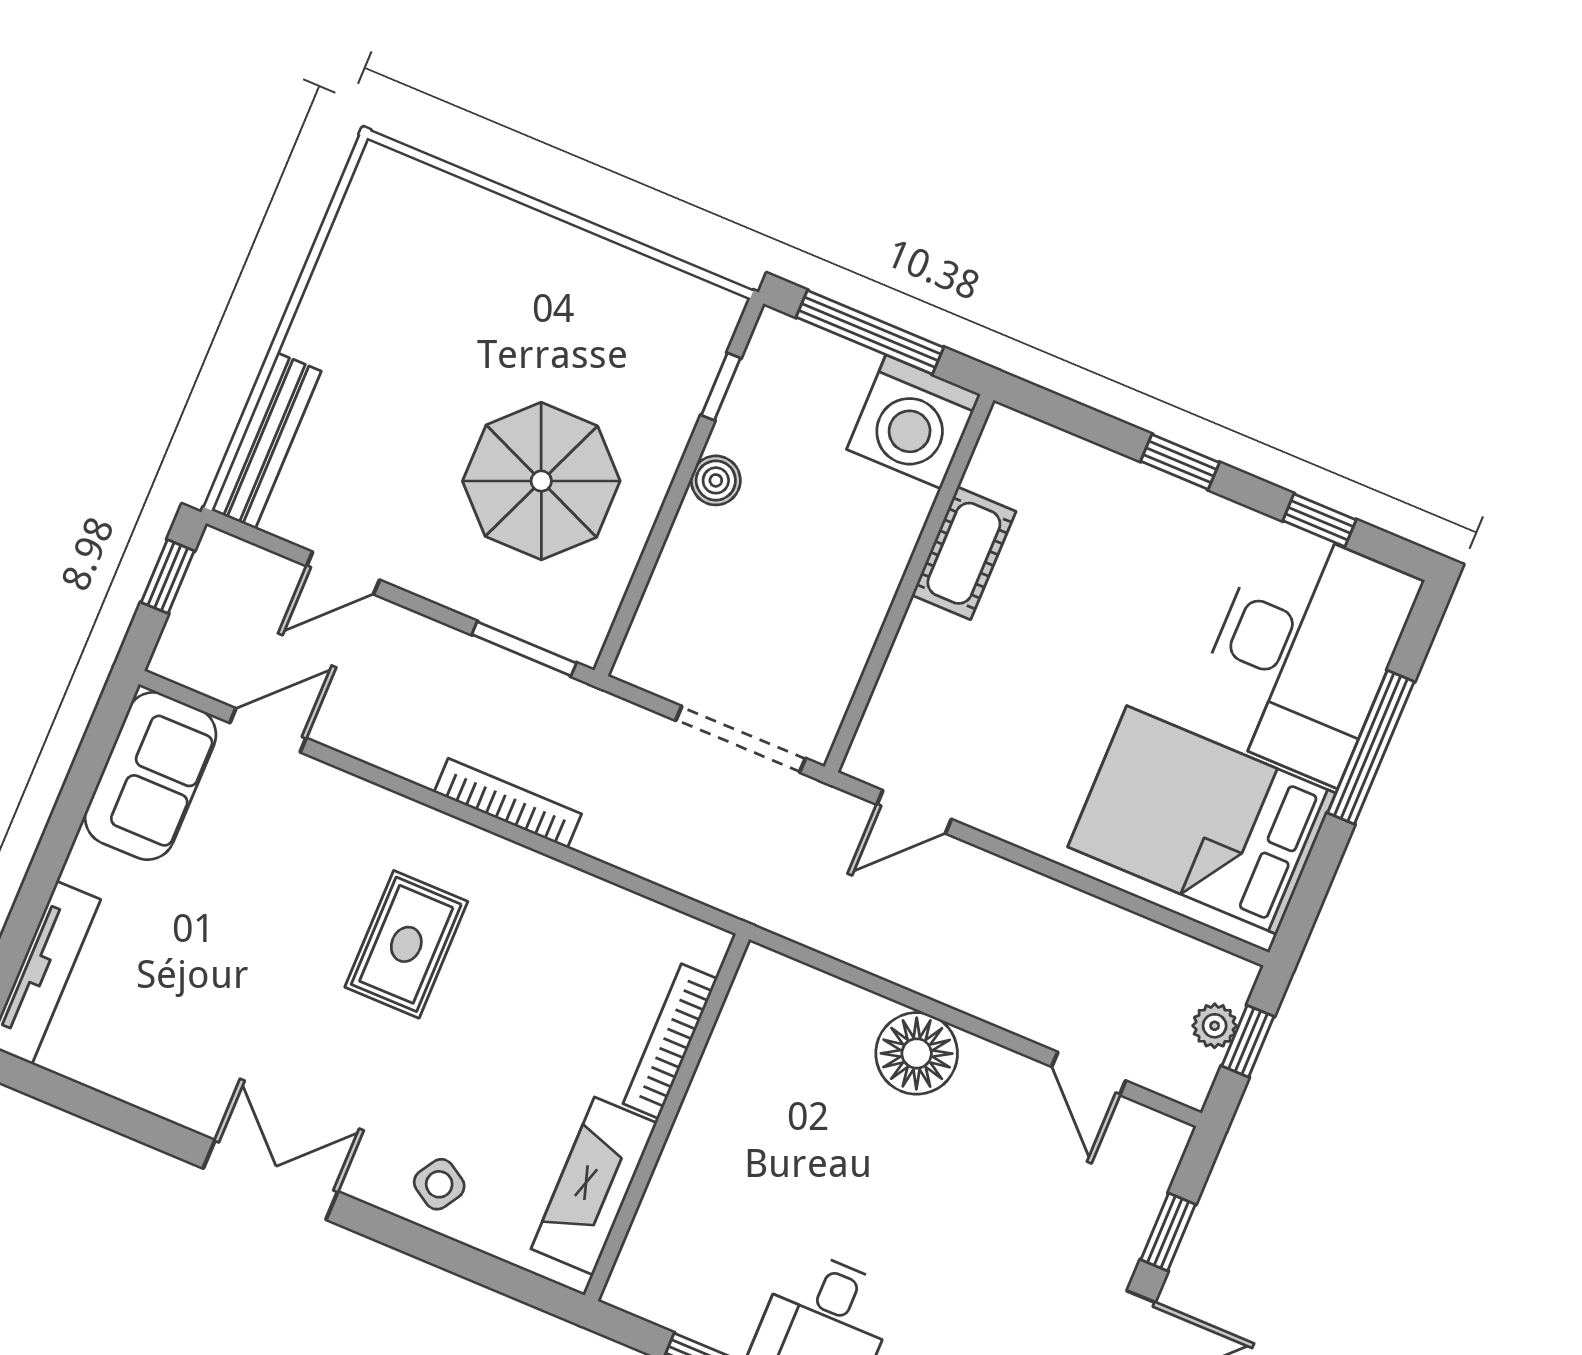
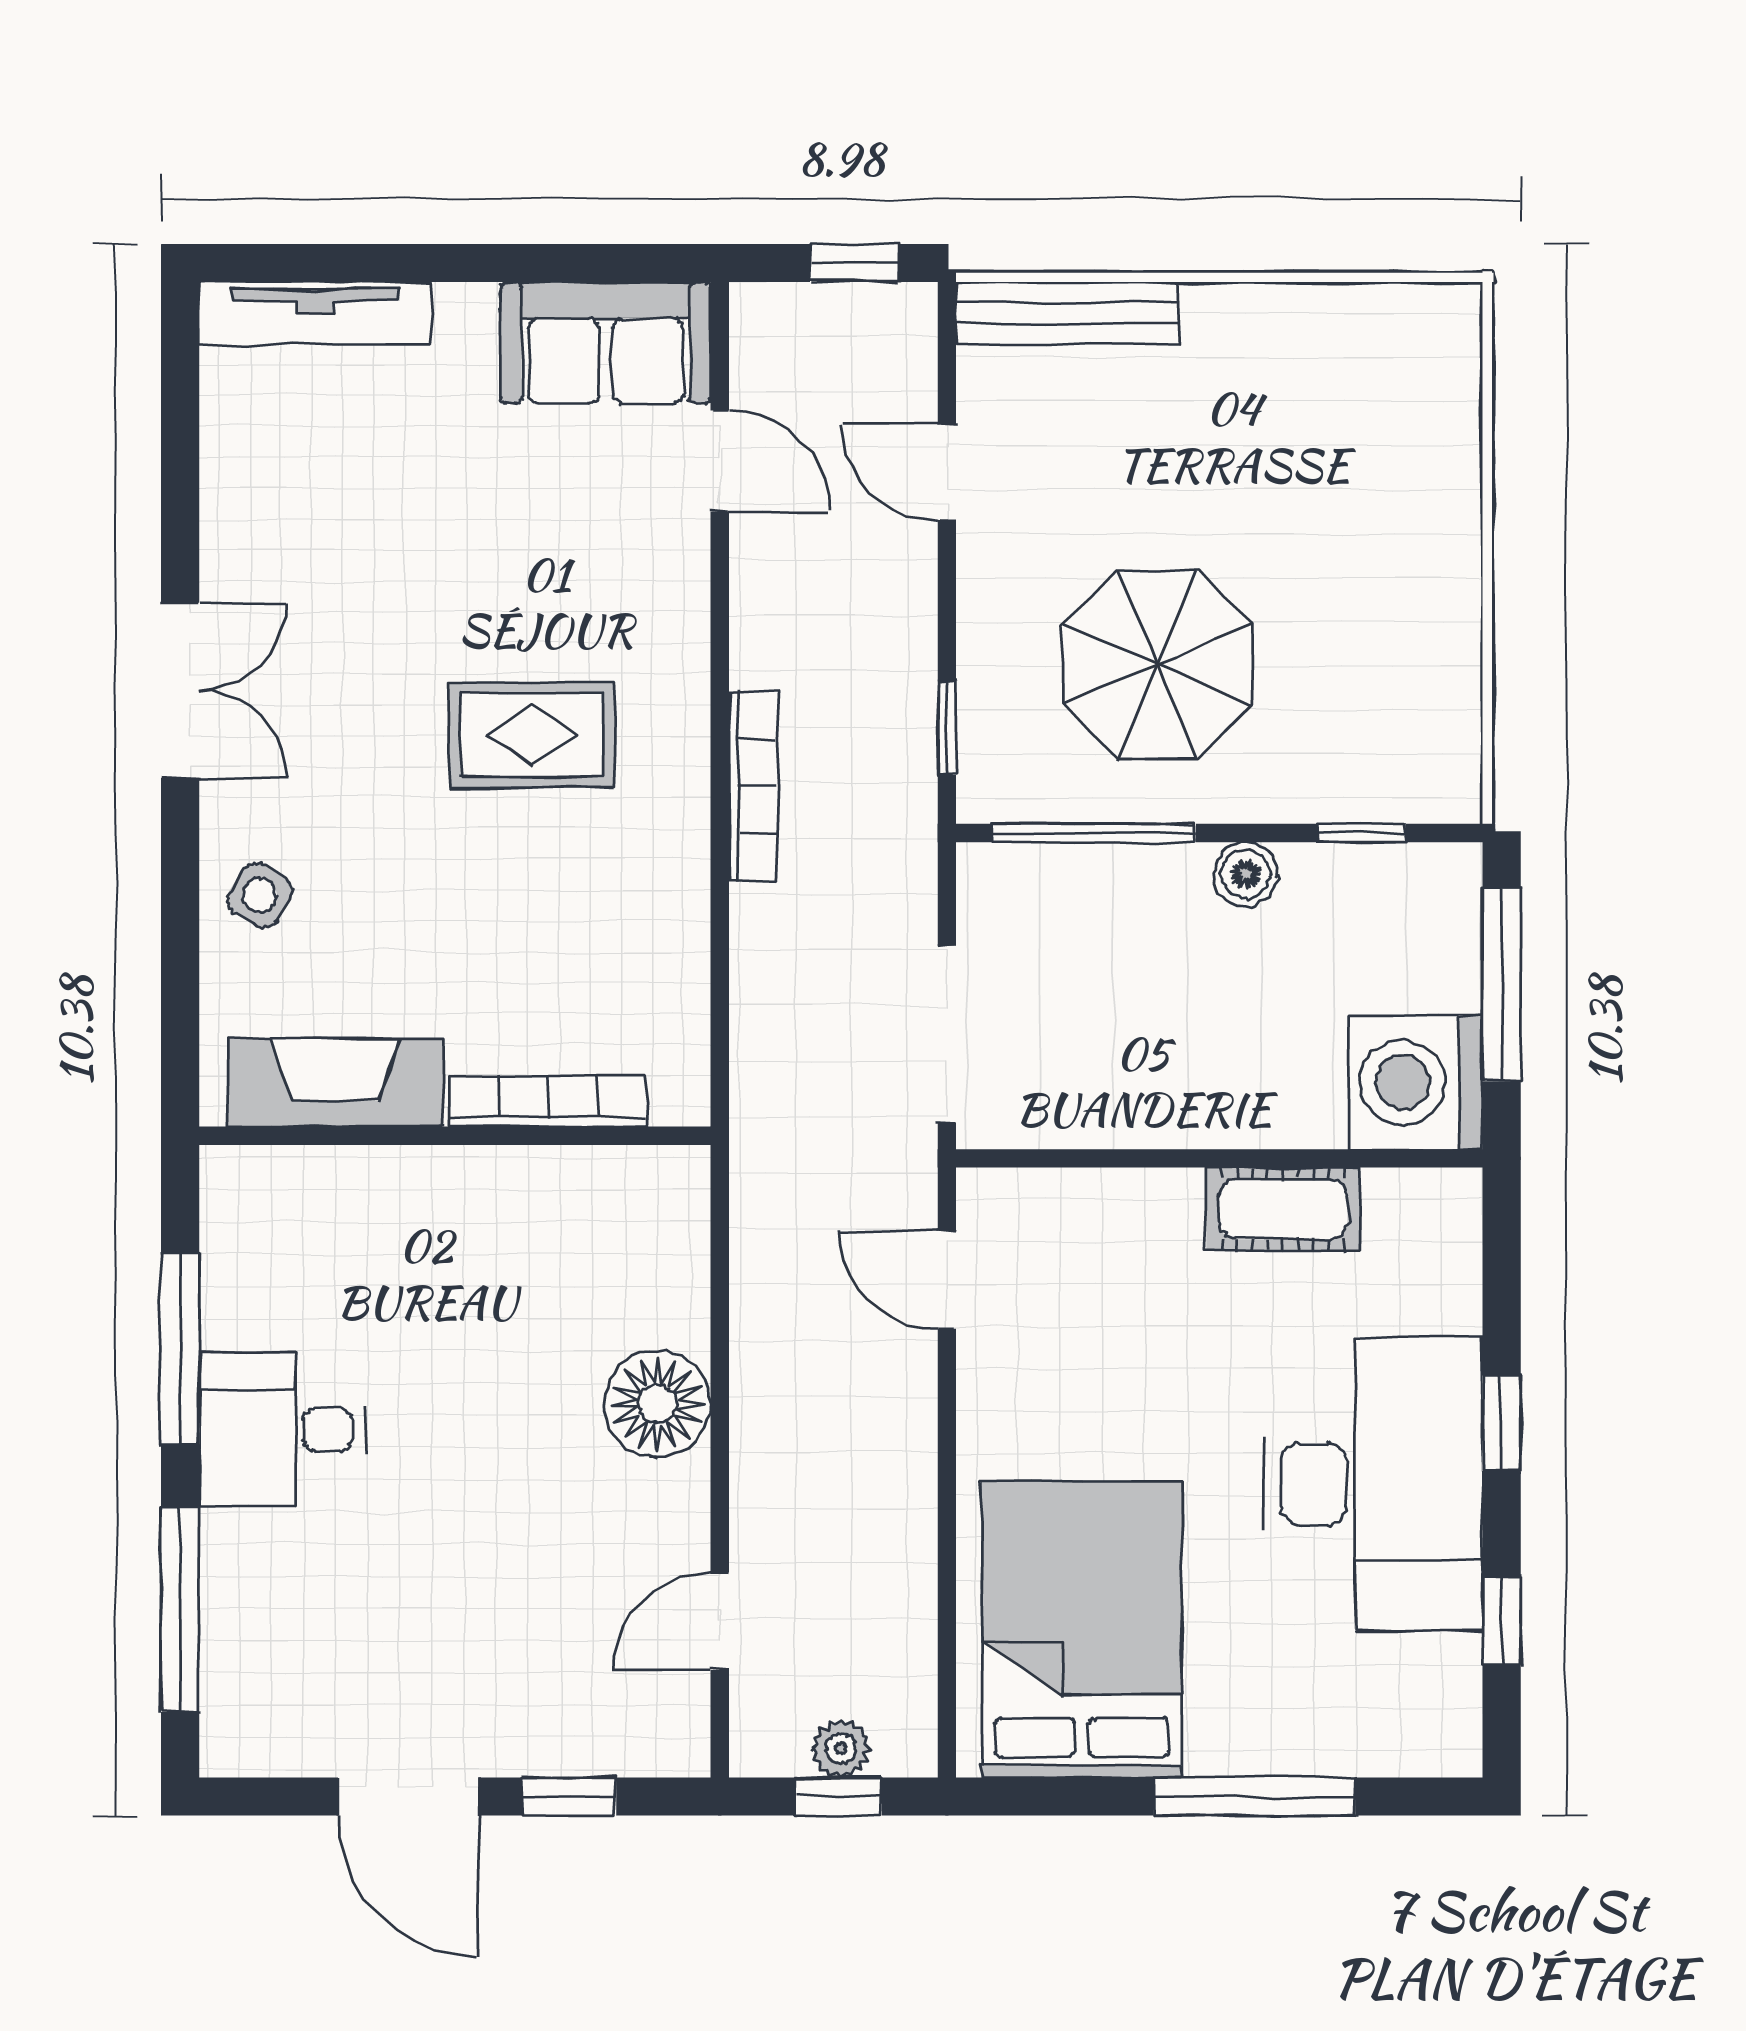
window: (642, 576) -> (1094, 833), added
window: (524, 649) -> (947, 728), width x0.67
desk: (1303, 653) -> (1373, 1484), moved, turned -90

